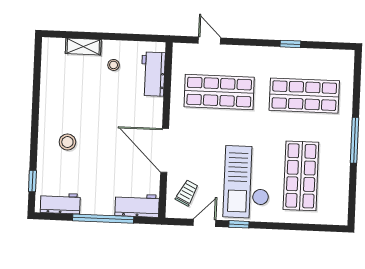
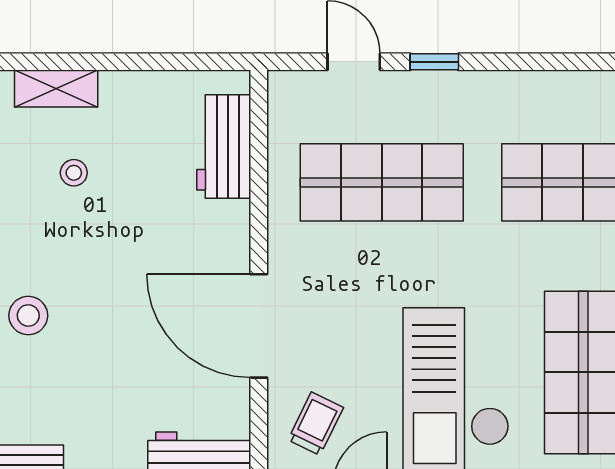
window: (290, 44) -> (434, 62), moved
stool: (114, 65) -> (74, 173), moved

